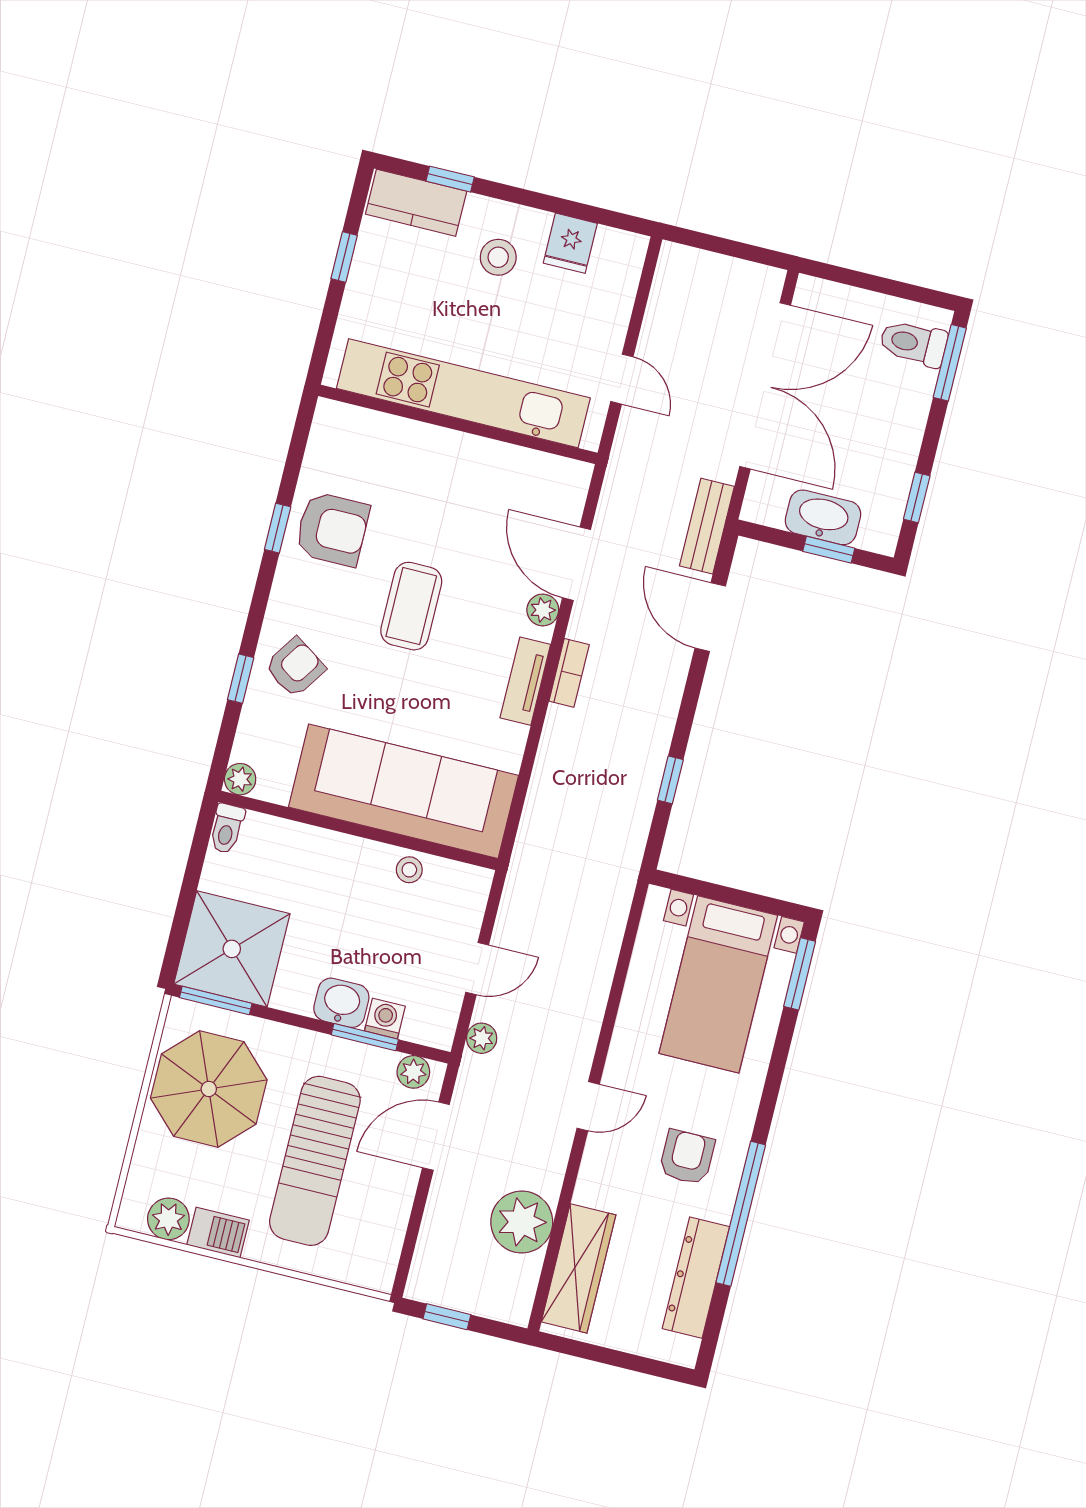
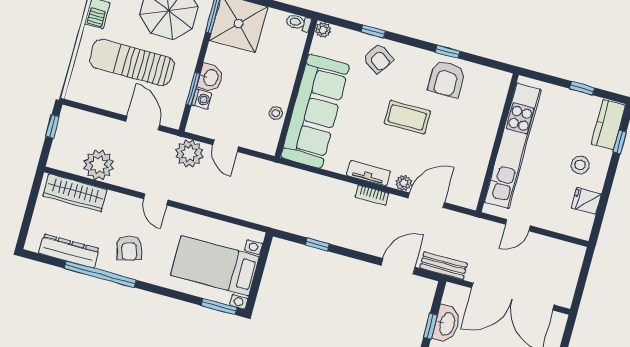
plant: (482, 1038) -> (189, 154), width x1.87, depth x1.87
plant: (413, 1072) -> (175, 113), removed
armchair: (687, 1157) -> (129, 248), turned 74

